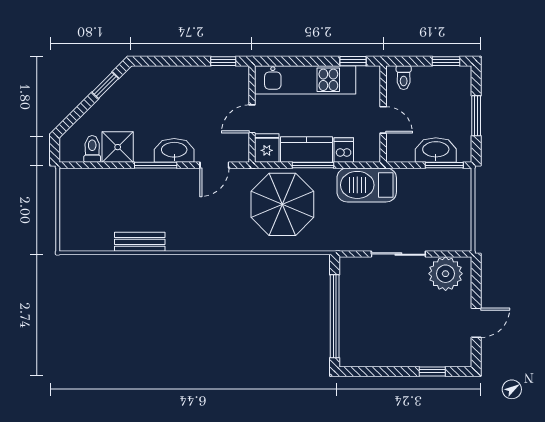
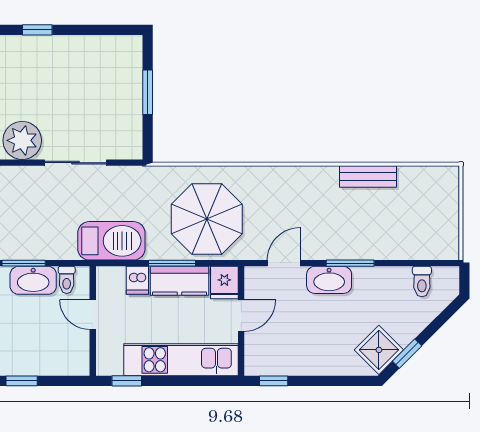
toilet: (404, 78) -> (67, 280), moved, turned 180
shower: (118, 147) -> (379, 350), moved, turned 45
window: (335, 316) -> (148, 92), width x0.47

